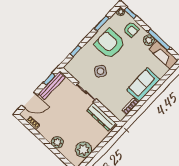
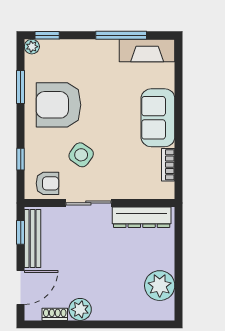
armchair: (131, 30) -> (47, 183), moved
plant: (149, 40) -> (108, 49), removed
plant: (57, 142) -> (80, 309), moved

